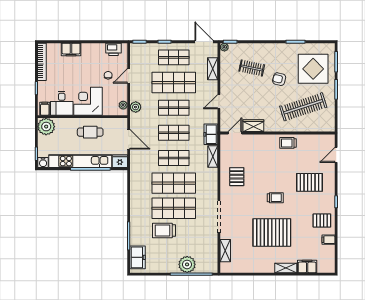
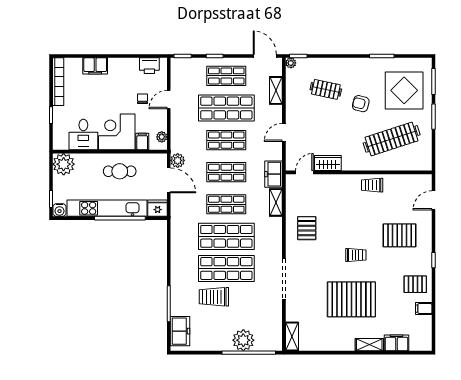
plant: (136, 107) -> (178, 160), moved
filing cabinet: (45, 109) -> (142, 142), moved
shelving: (225, 251) -> (292, 337), moved

